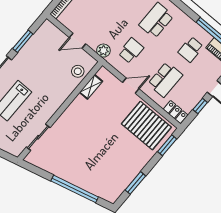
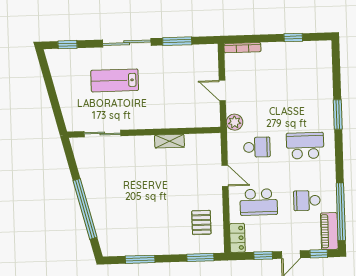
stool: (78, 71) -> (195, 116), removed
shelving: (91, 87) -> (169, 141), moved
pallet: (146, 126) -> (201, 222), width x0.49, depth x0.50

